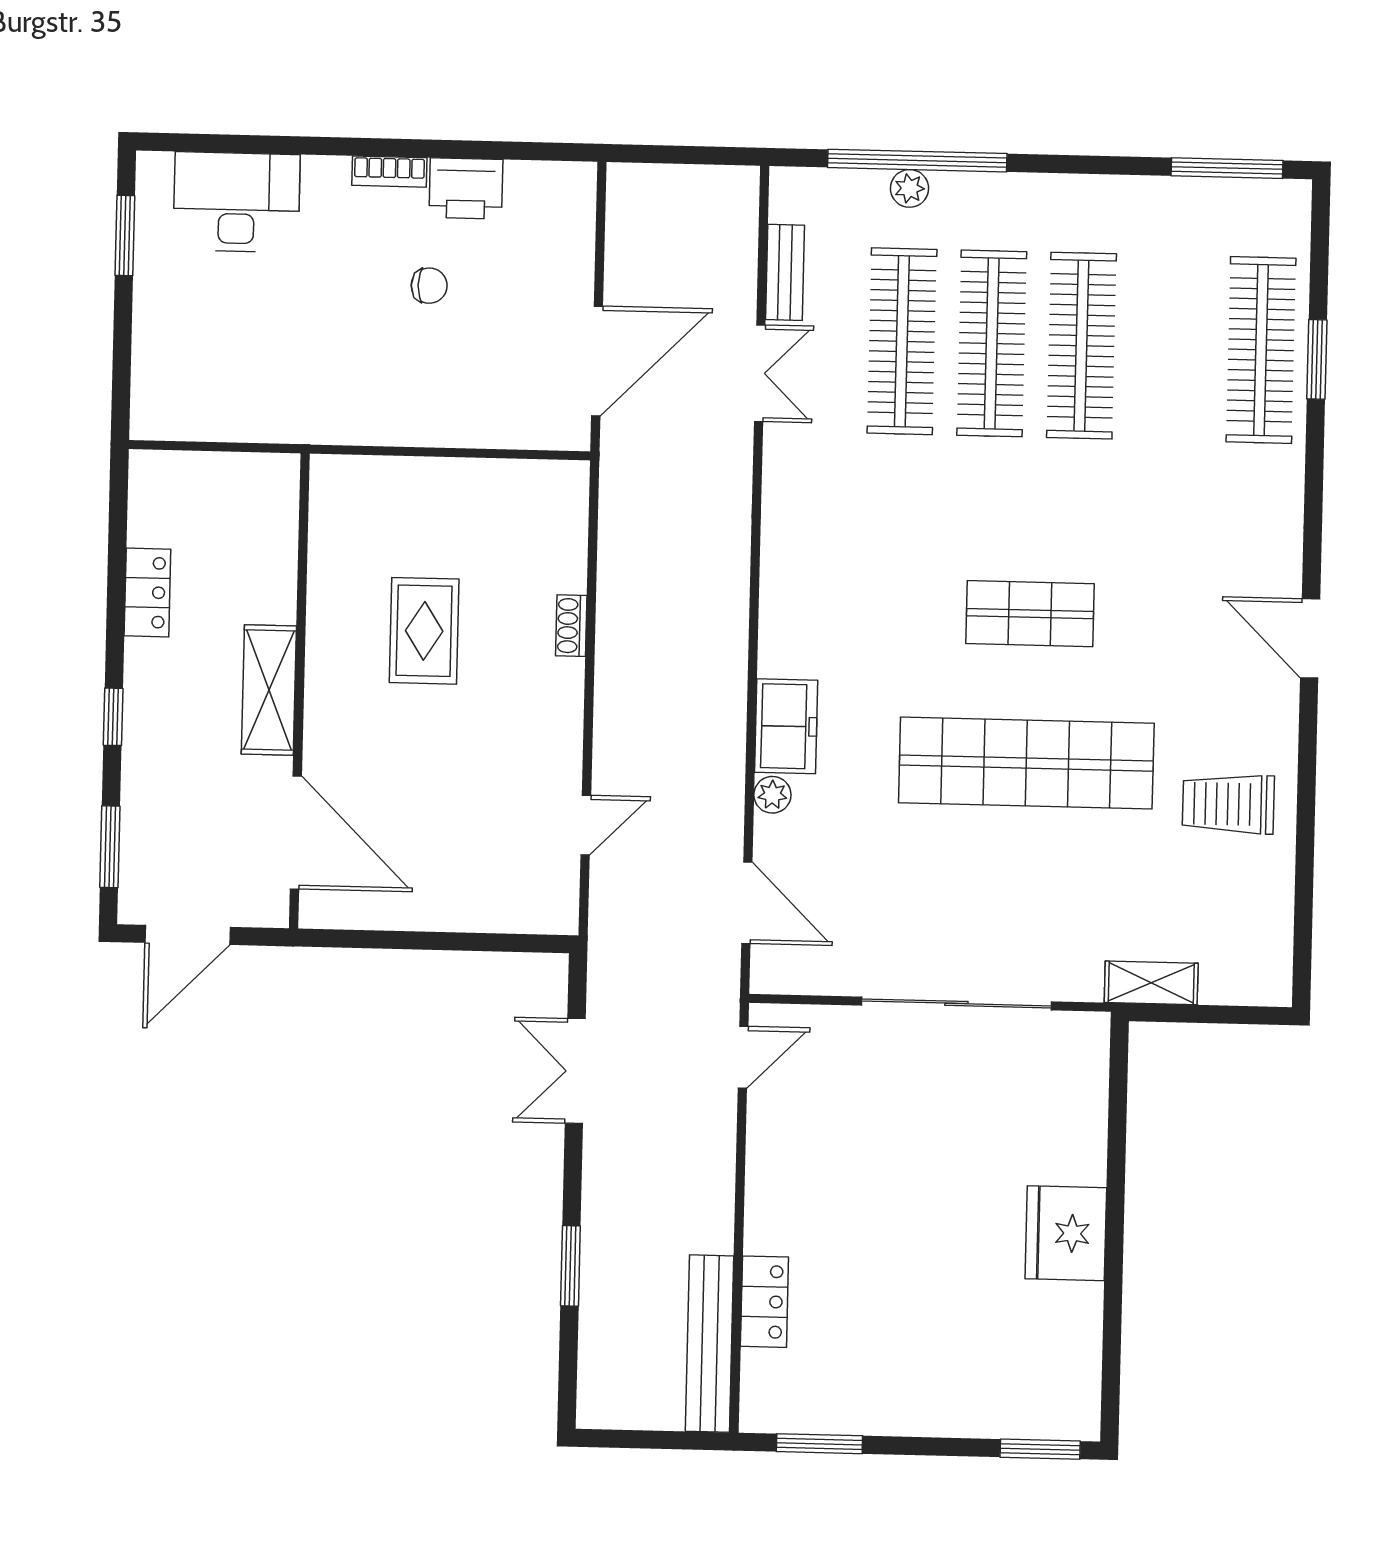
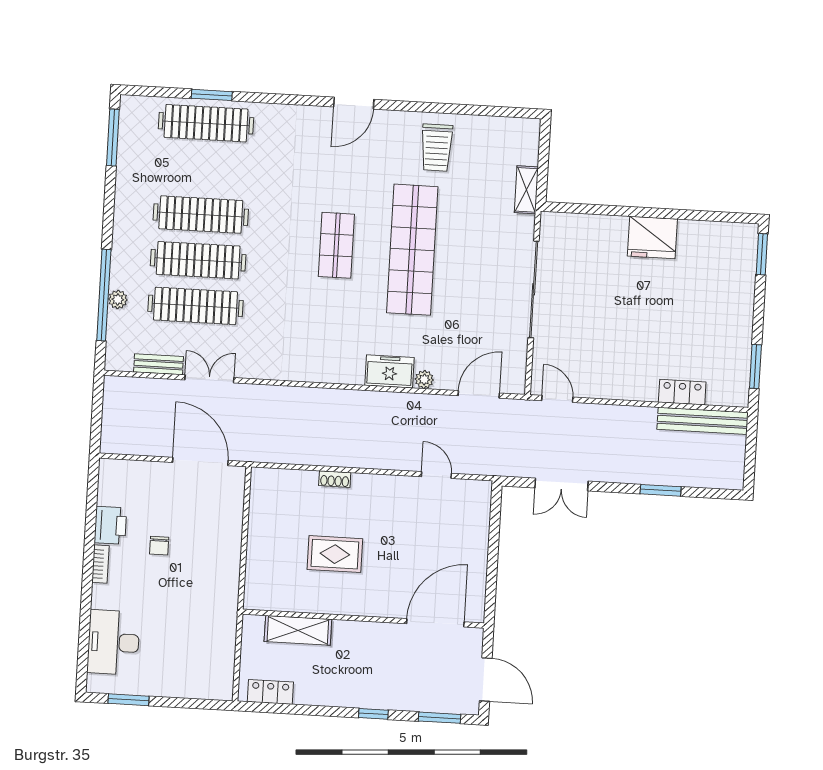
chair: (429, 286) -> (159, 546), turned 180
locker: (147, 592) -> (270, 692), moved
shelving: (269, 690) -> (298, 630), moved

